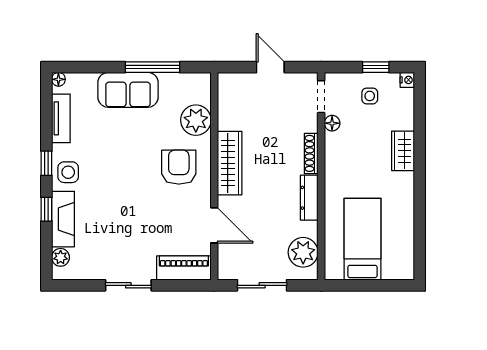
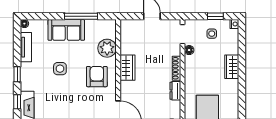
wardrobe: (230, 163) -> (127, 68), width x0.67
side table: (68, 172) -> (60, 69), moved
dresser: (309, 198) -> (175, 91), width x0.70

